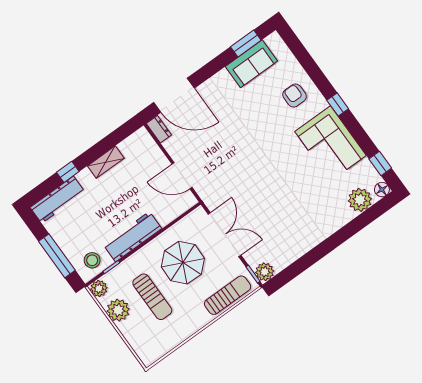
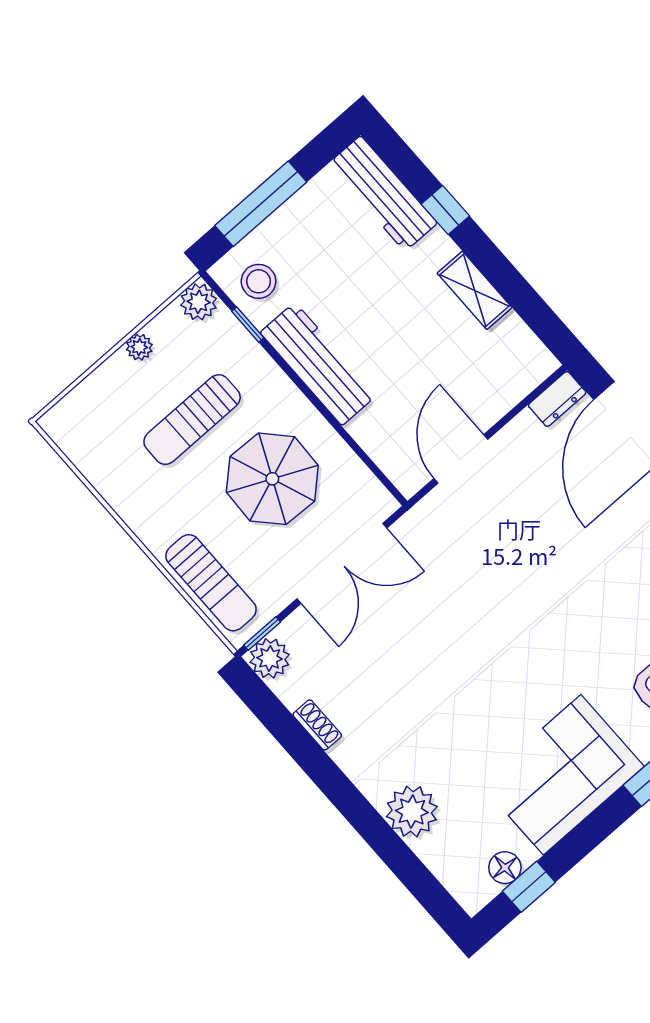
floor lamp: (382, 190) -> (505, 868), moved
plant: (360, 200) -> (412, 812), moved
shoe rack: (297, 253) -> (317, 725), added
plant: (118, 310) -> (139, 347), width x0.53, depth x0.53

